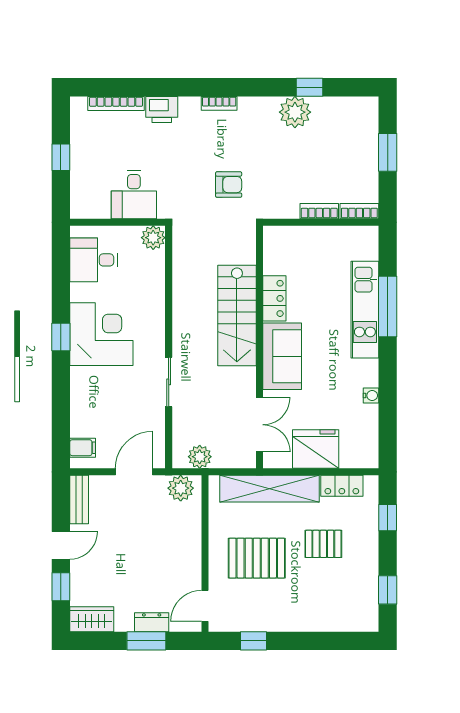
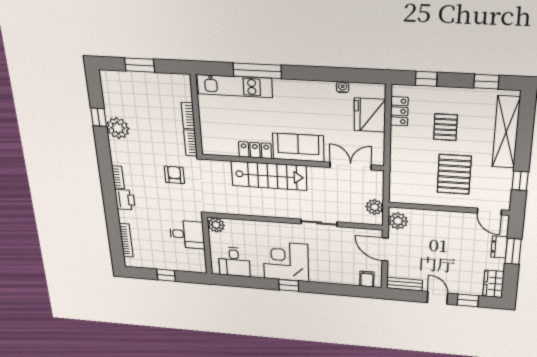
printer: (162, 109) -> (125, 200), moved
bookcase: (359, 211) -> (190, 143), moved
kitchen unit: (365, 310) -> (235, 86), moved
water cooler: (371, 395) -> (343, 87), moved
fridge: (316, 449) -> (370, 115), moved
shelving: (269, 489) -> (506, 132), moved

